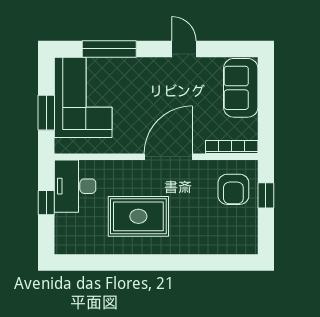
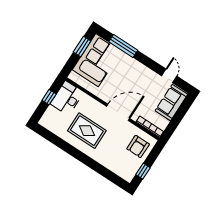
door: (184, 49) -> (169, 76), moved
window: (46, 113) -> (82, 47), moved
window: (266, 195) -> (143, 171), moved

